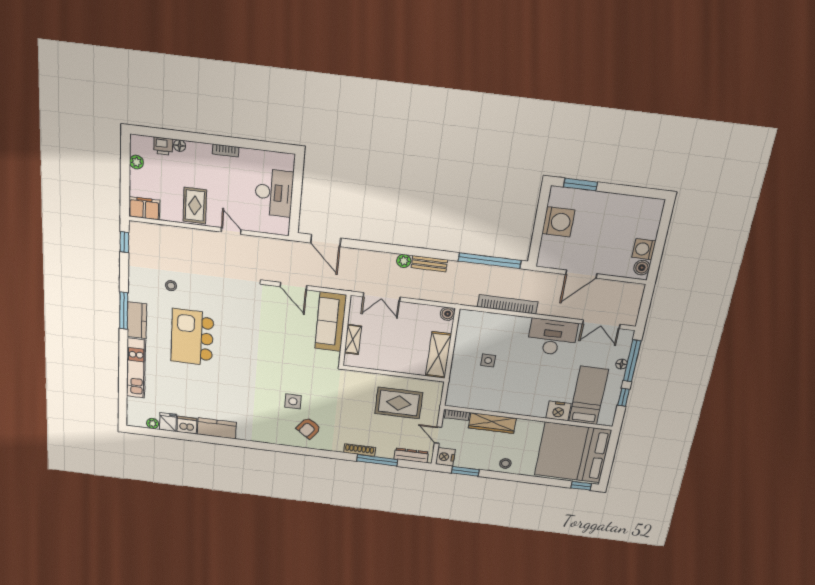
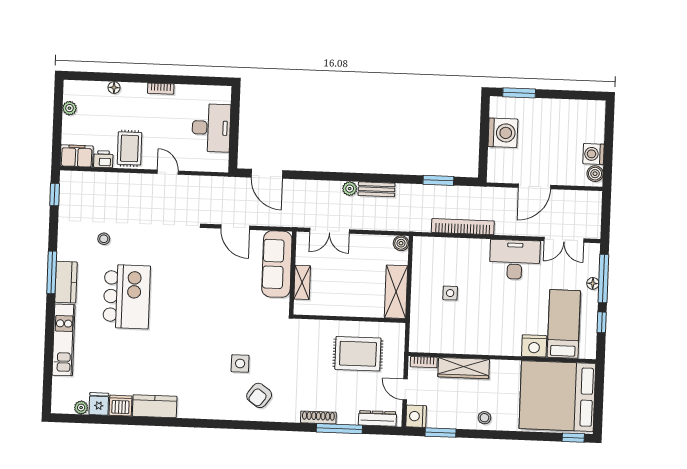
printer: (163, 146) -> (103, 159), moved, turned 180
window: (490, 261) -> (438, 180), width x0.47
kitchen island: (192, 337) -> (127, 297), turned 180

